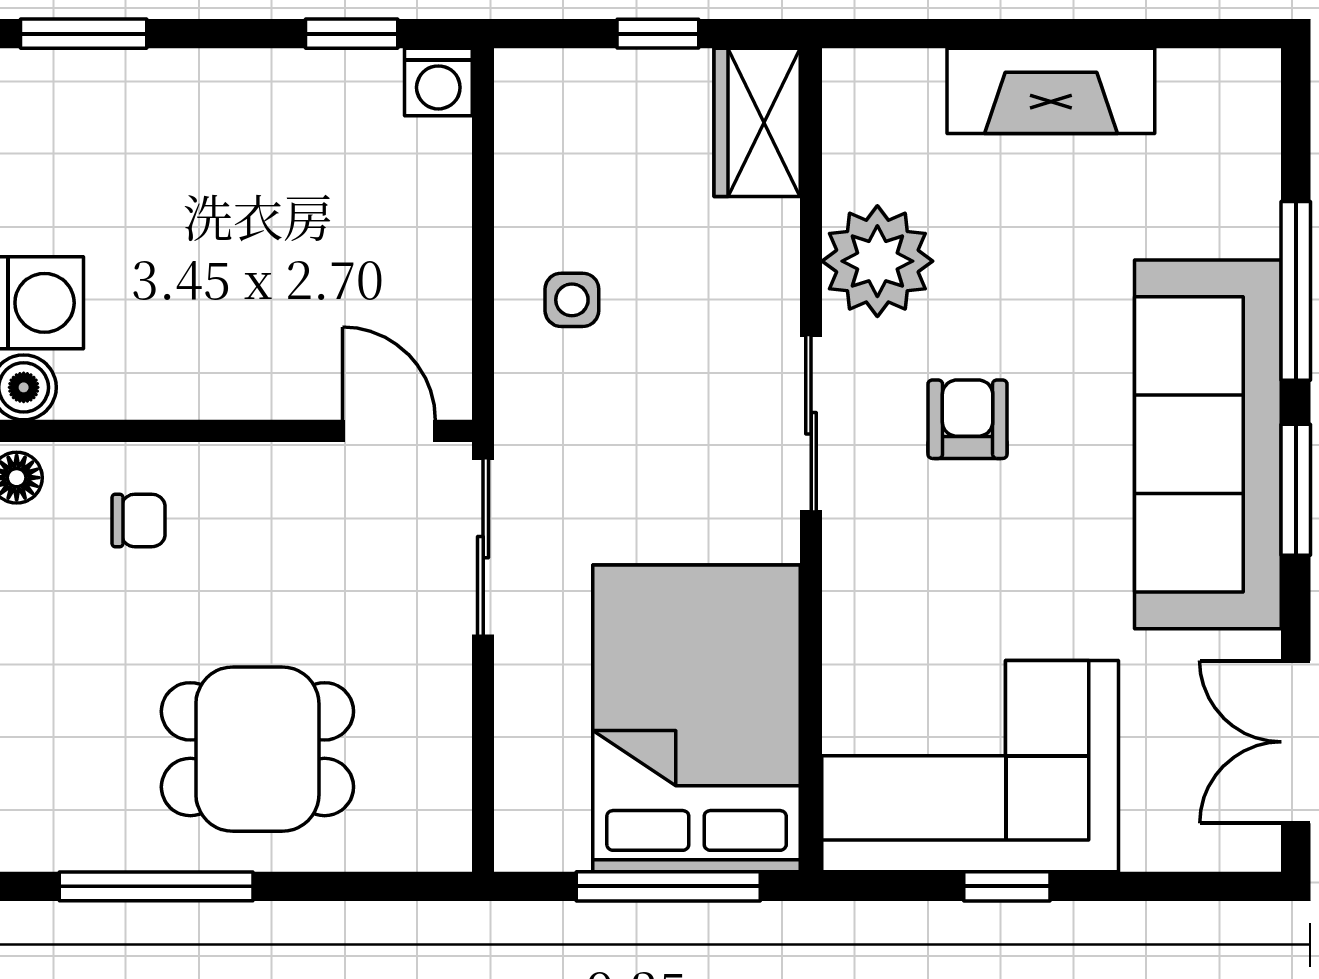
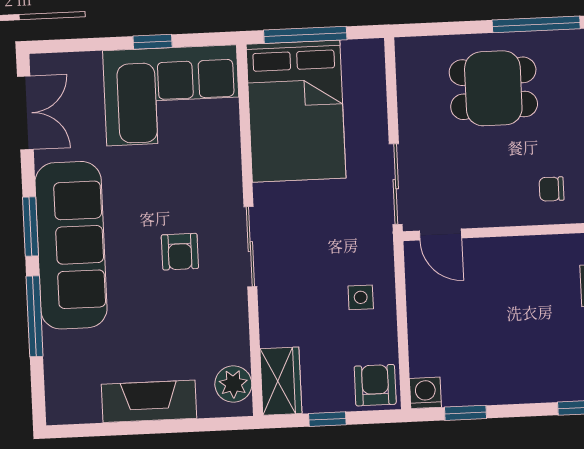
armchair: (549, 104) -> (375, 385), added
plant: (877, 261) -> (233, 384), moved, width x0.73, depth x0.73

